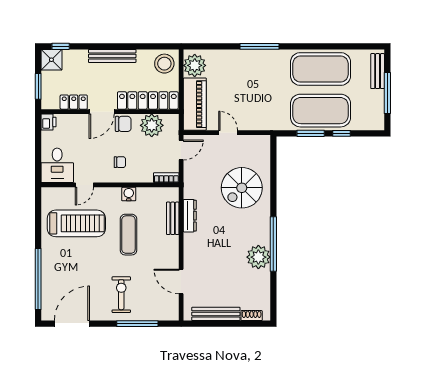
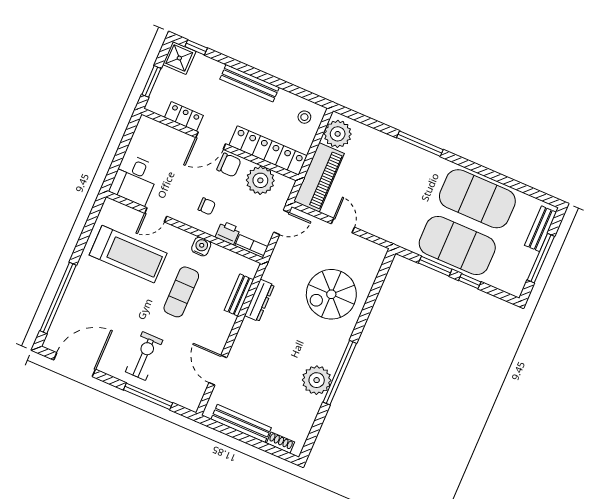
stool: (164, 64) -> (304, 117), width x0.53, depth x0.53
printer: (49, 122) -> (228, 233), moved, turned -90

